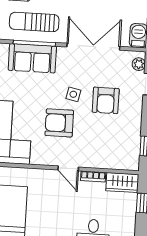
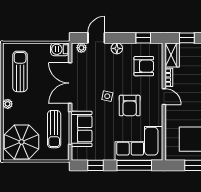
armchair: (106, 100) -> (144, 66), moved
floor lamp: (135, 110) -> (117, 48), added
door: (68, 168) -> (164, 97), hinge flipped

